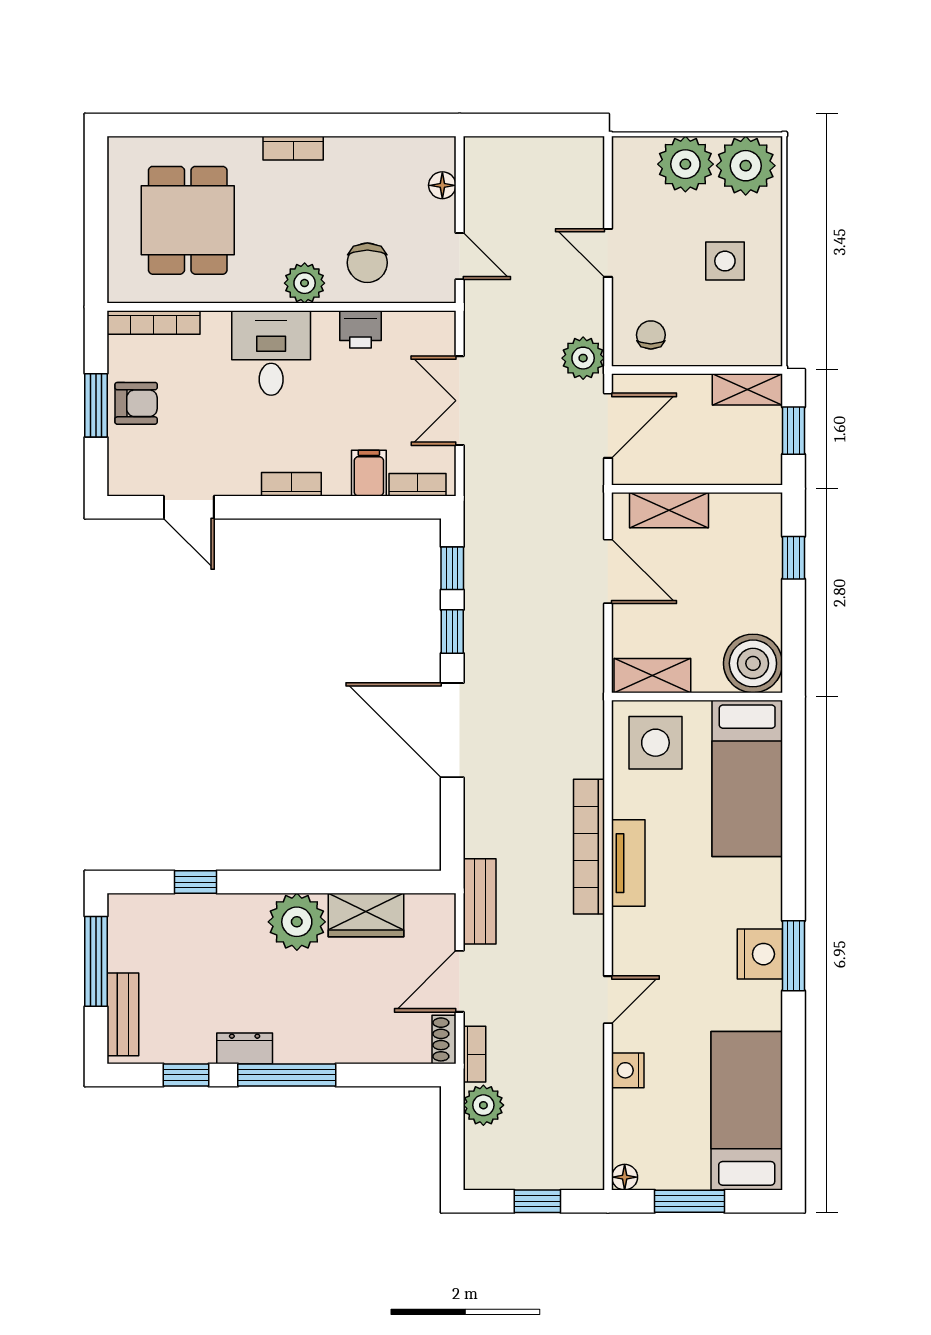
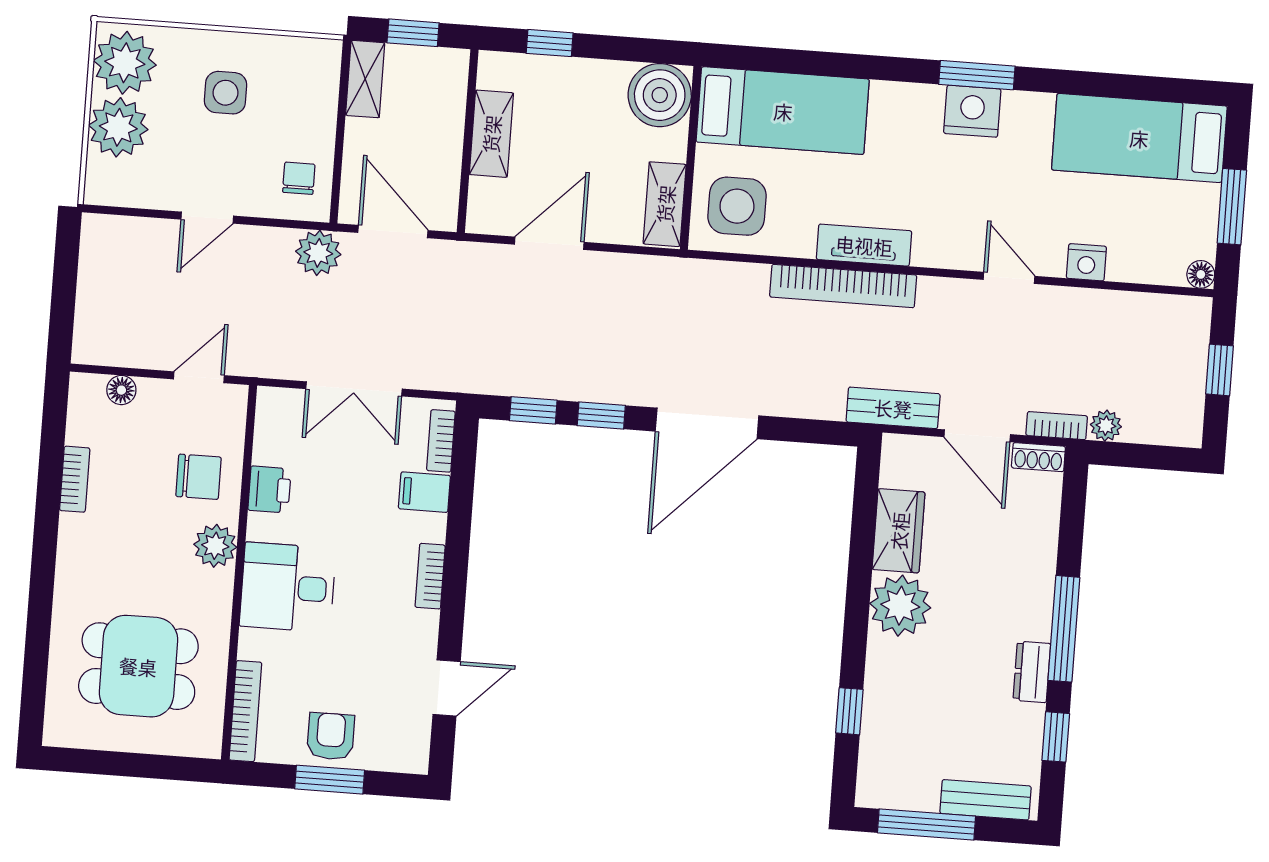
bookcase: (293, 148) -> (75, 479), moved
chair: (651, 335) -> (299, 178), turned 90
shelving: (669, 510) -> (491, 134), moved
plant: (483, 1105) -> (1106, 426), width x0.73, depth x0.73

